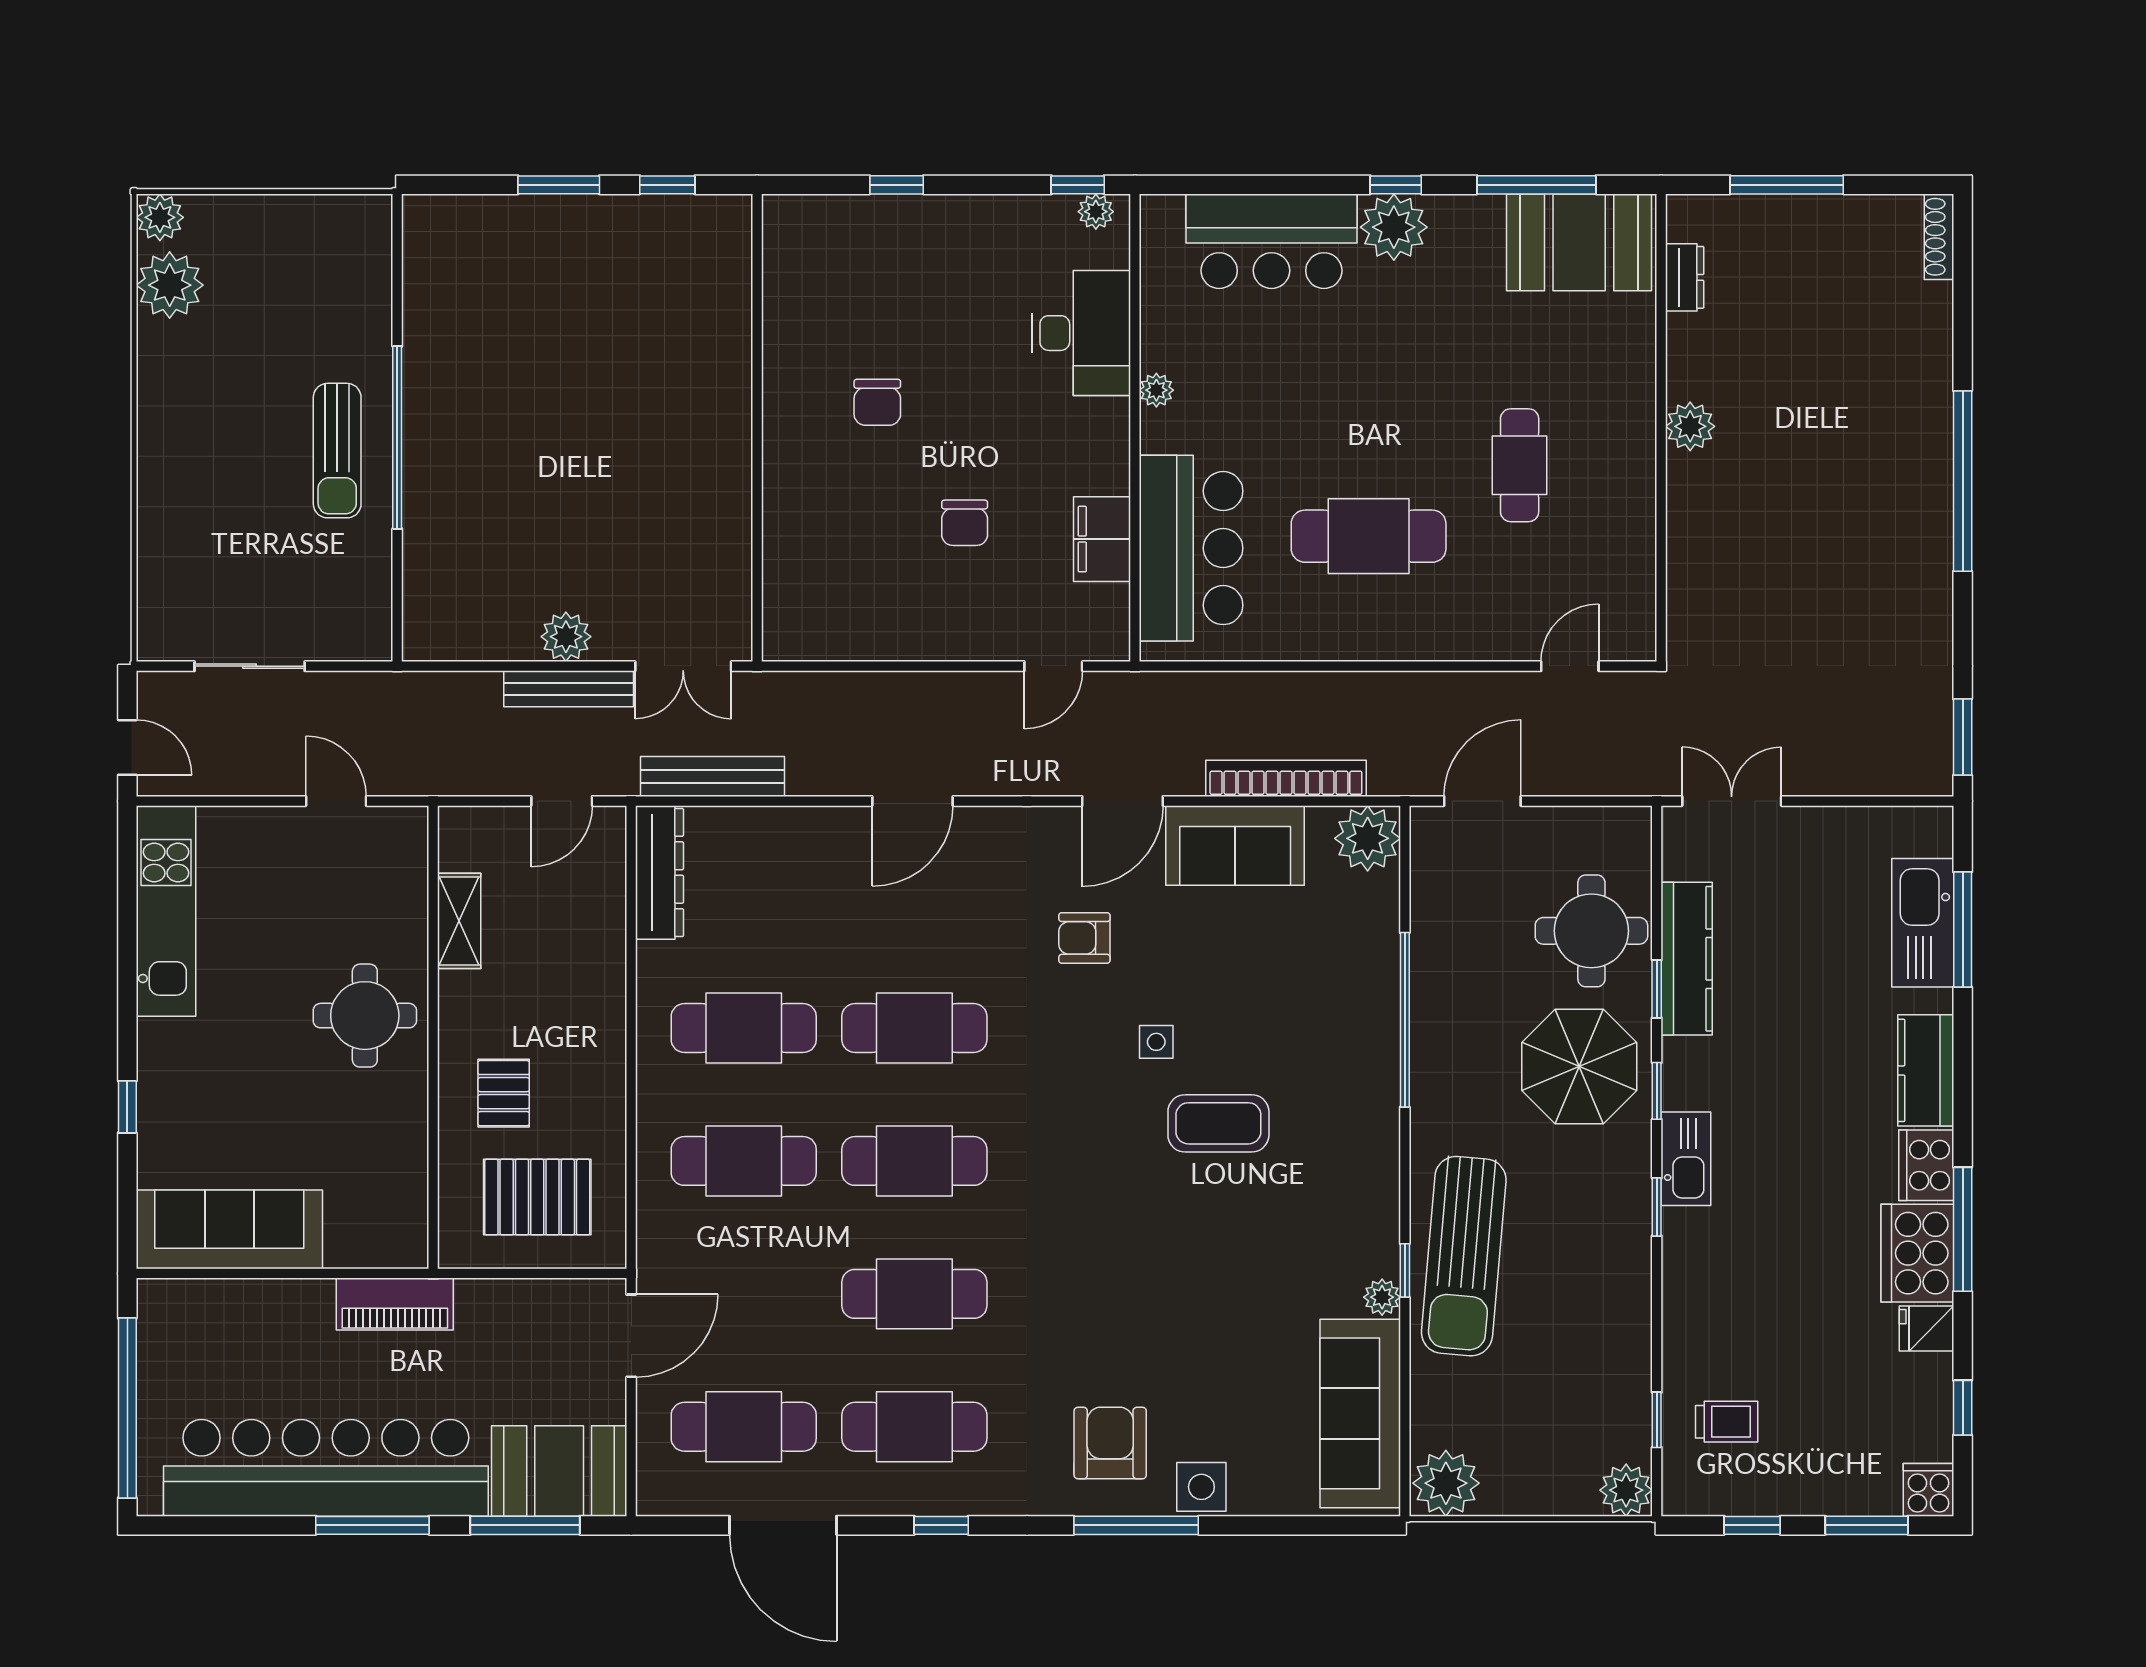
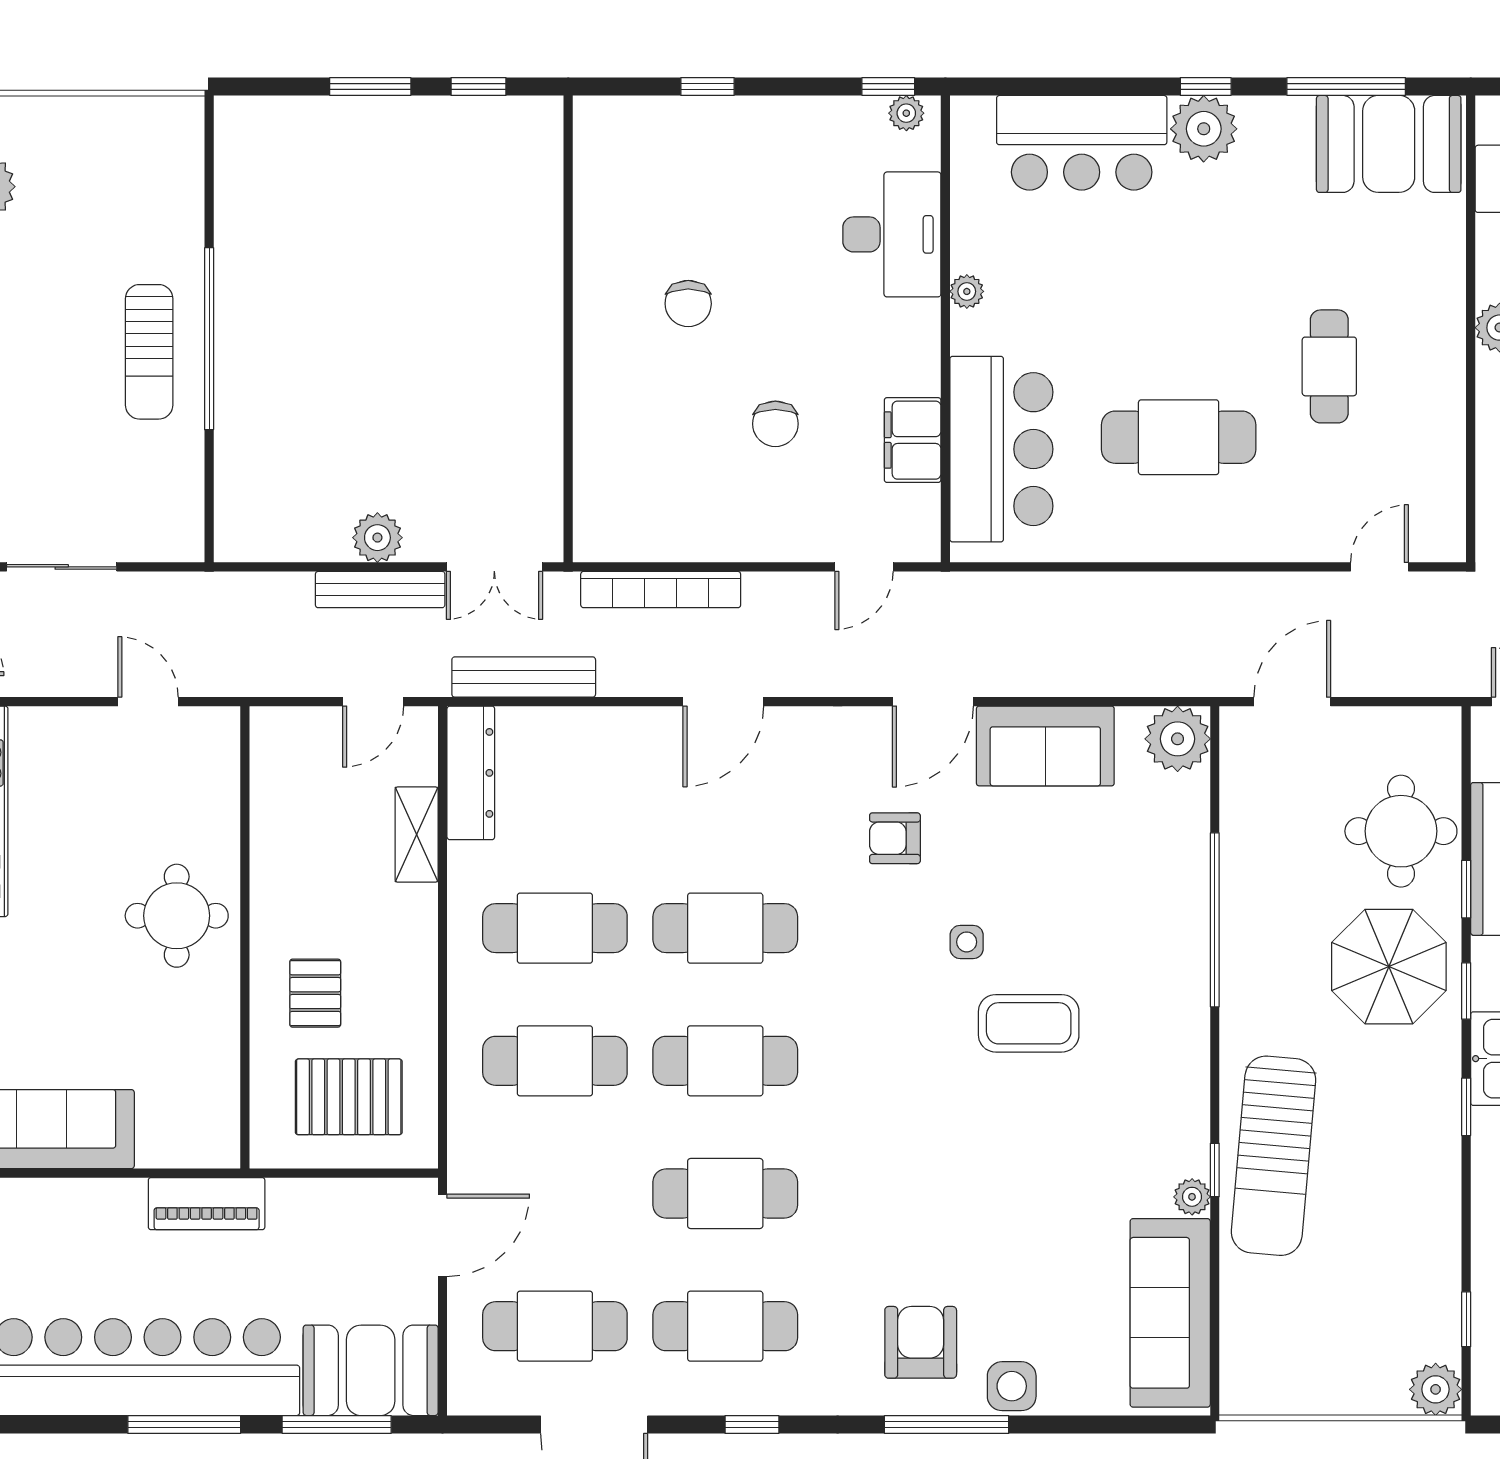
bookcase: (1286, 778) -> (661, 590), moved, turned 180
shelving: (459, 921) -> (417, 835), moved
plant: (1446, 1483) -> (1256, 1382), removed

